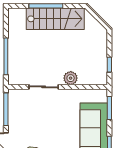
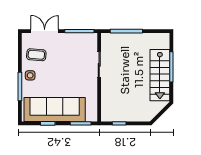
plant: (71, 78) -> (107, 89), removed

